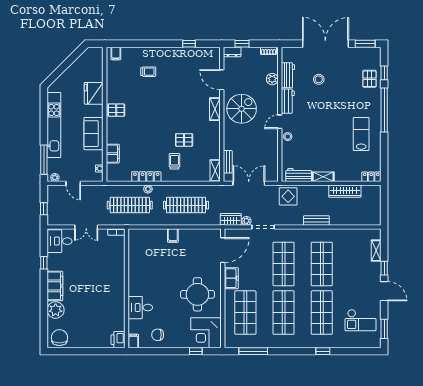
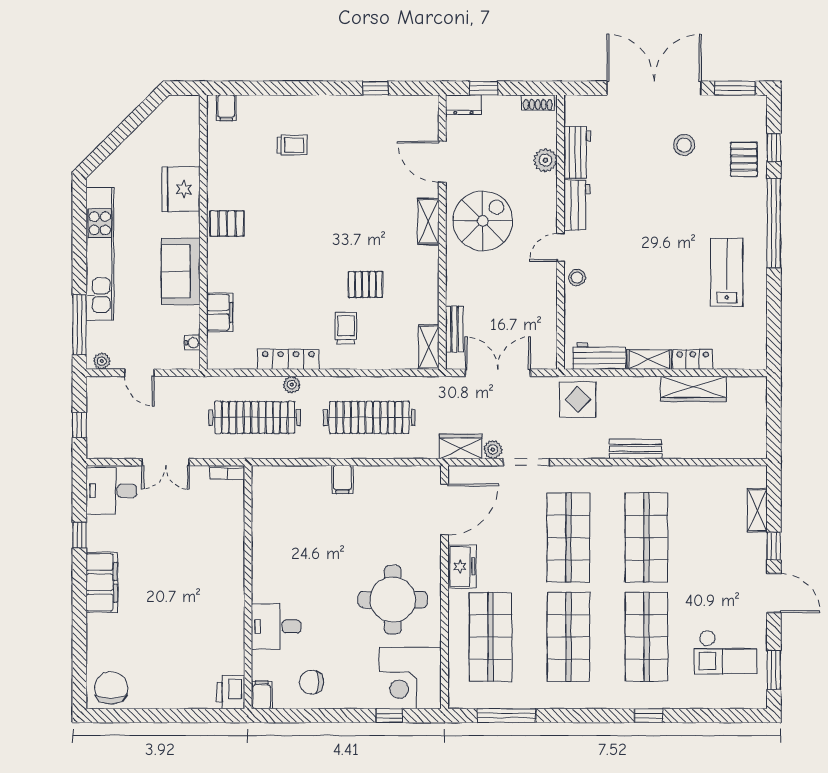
stool: (319, 79) -> (684, 145), moved
locker: (371, 177) -> (693, 359), moved
plant: (56, 310) -> (103, 632), removed

